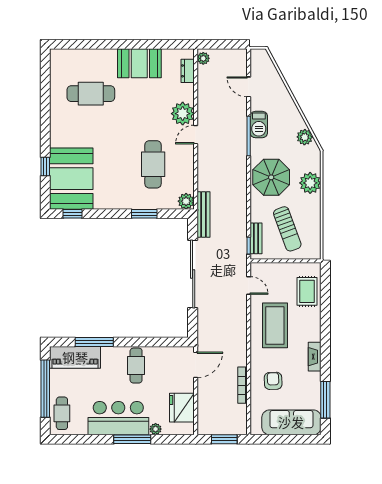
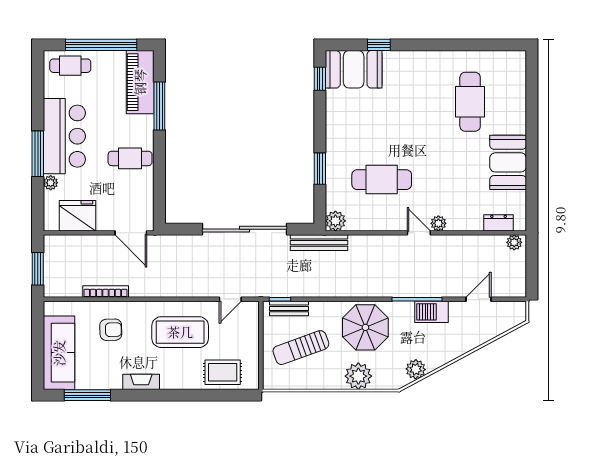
plant: (183, 114) -> (438, 223), width x0.53, depth x0.53
booth: (71, 179) -> (354, 69), width x0.73, depth x0.70

